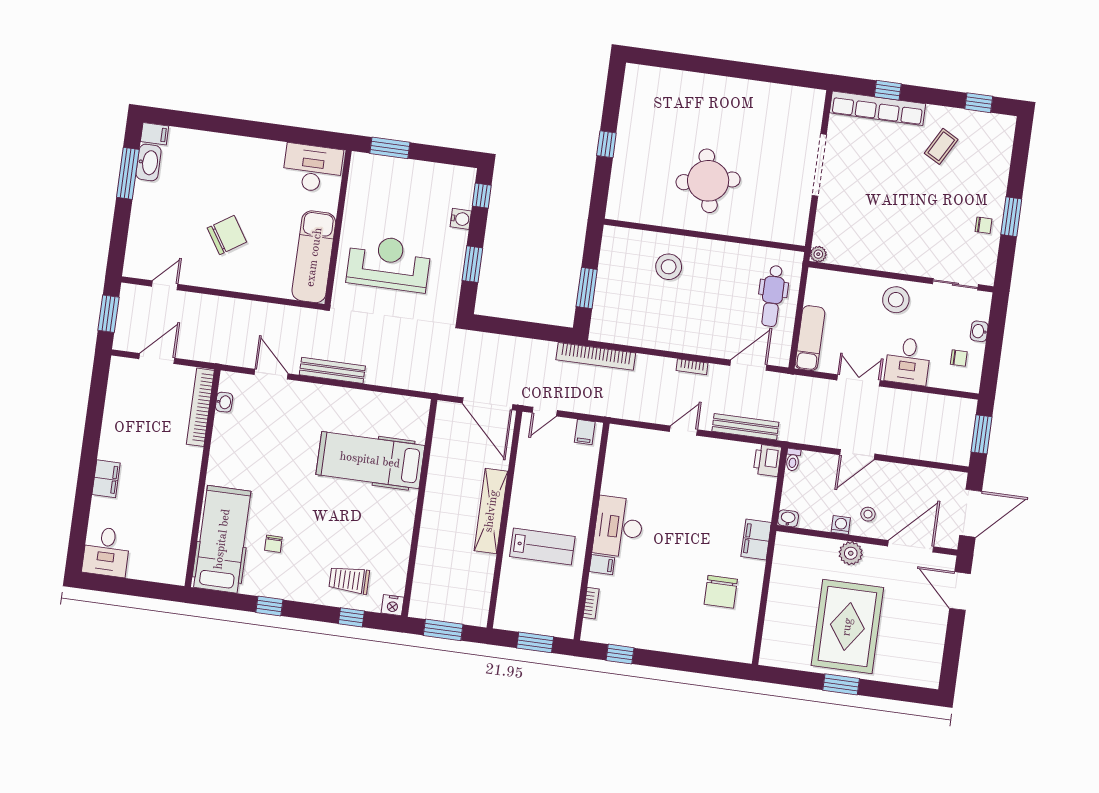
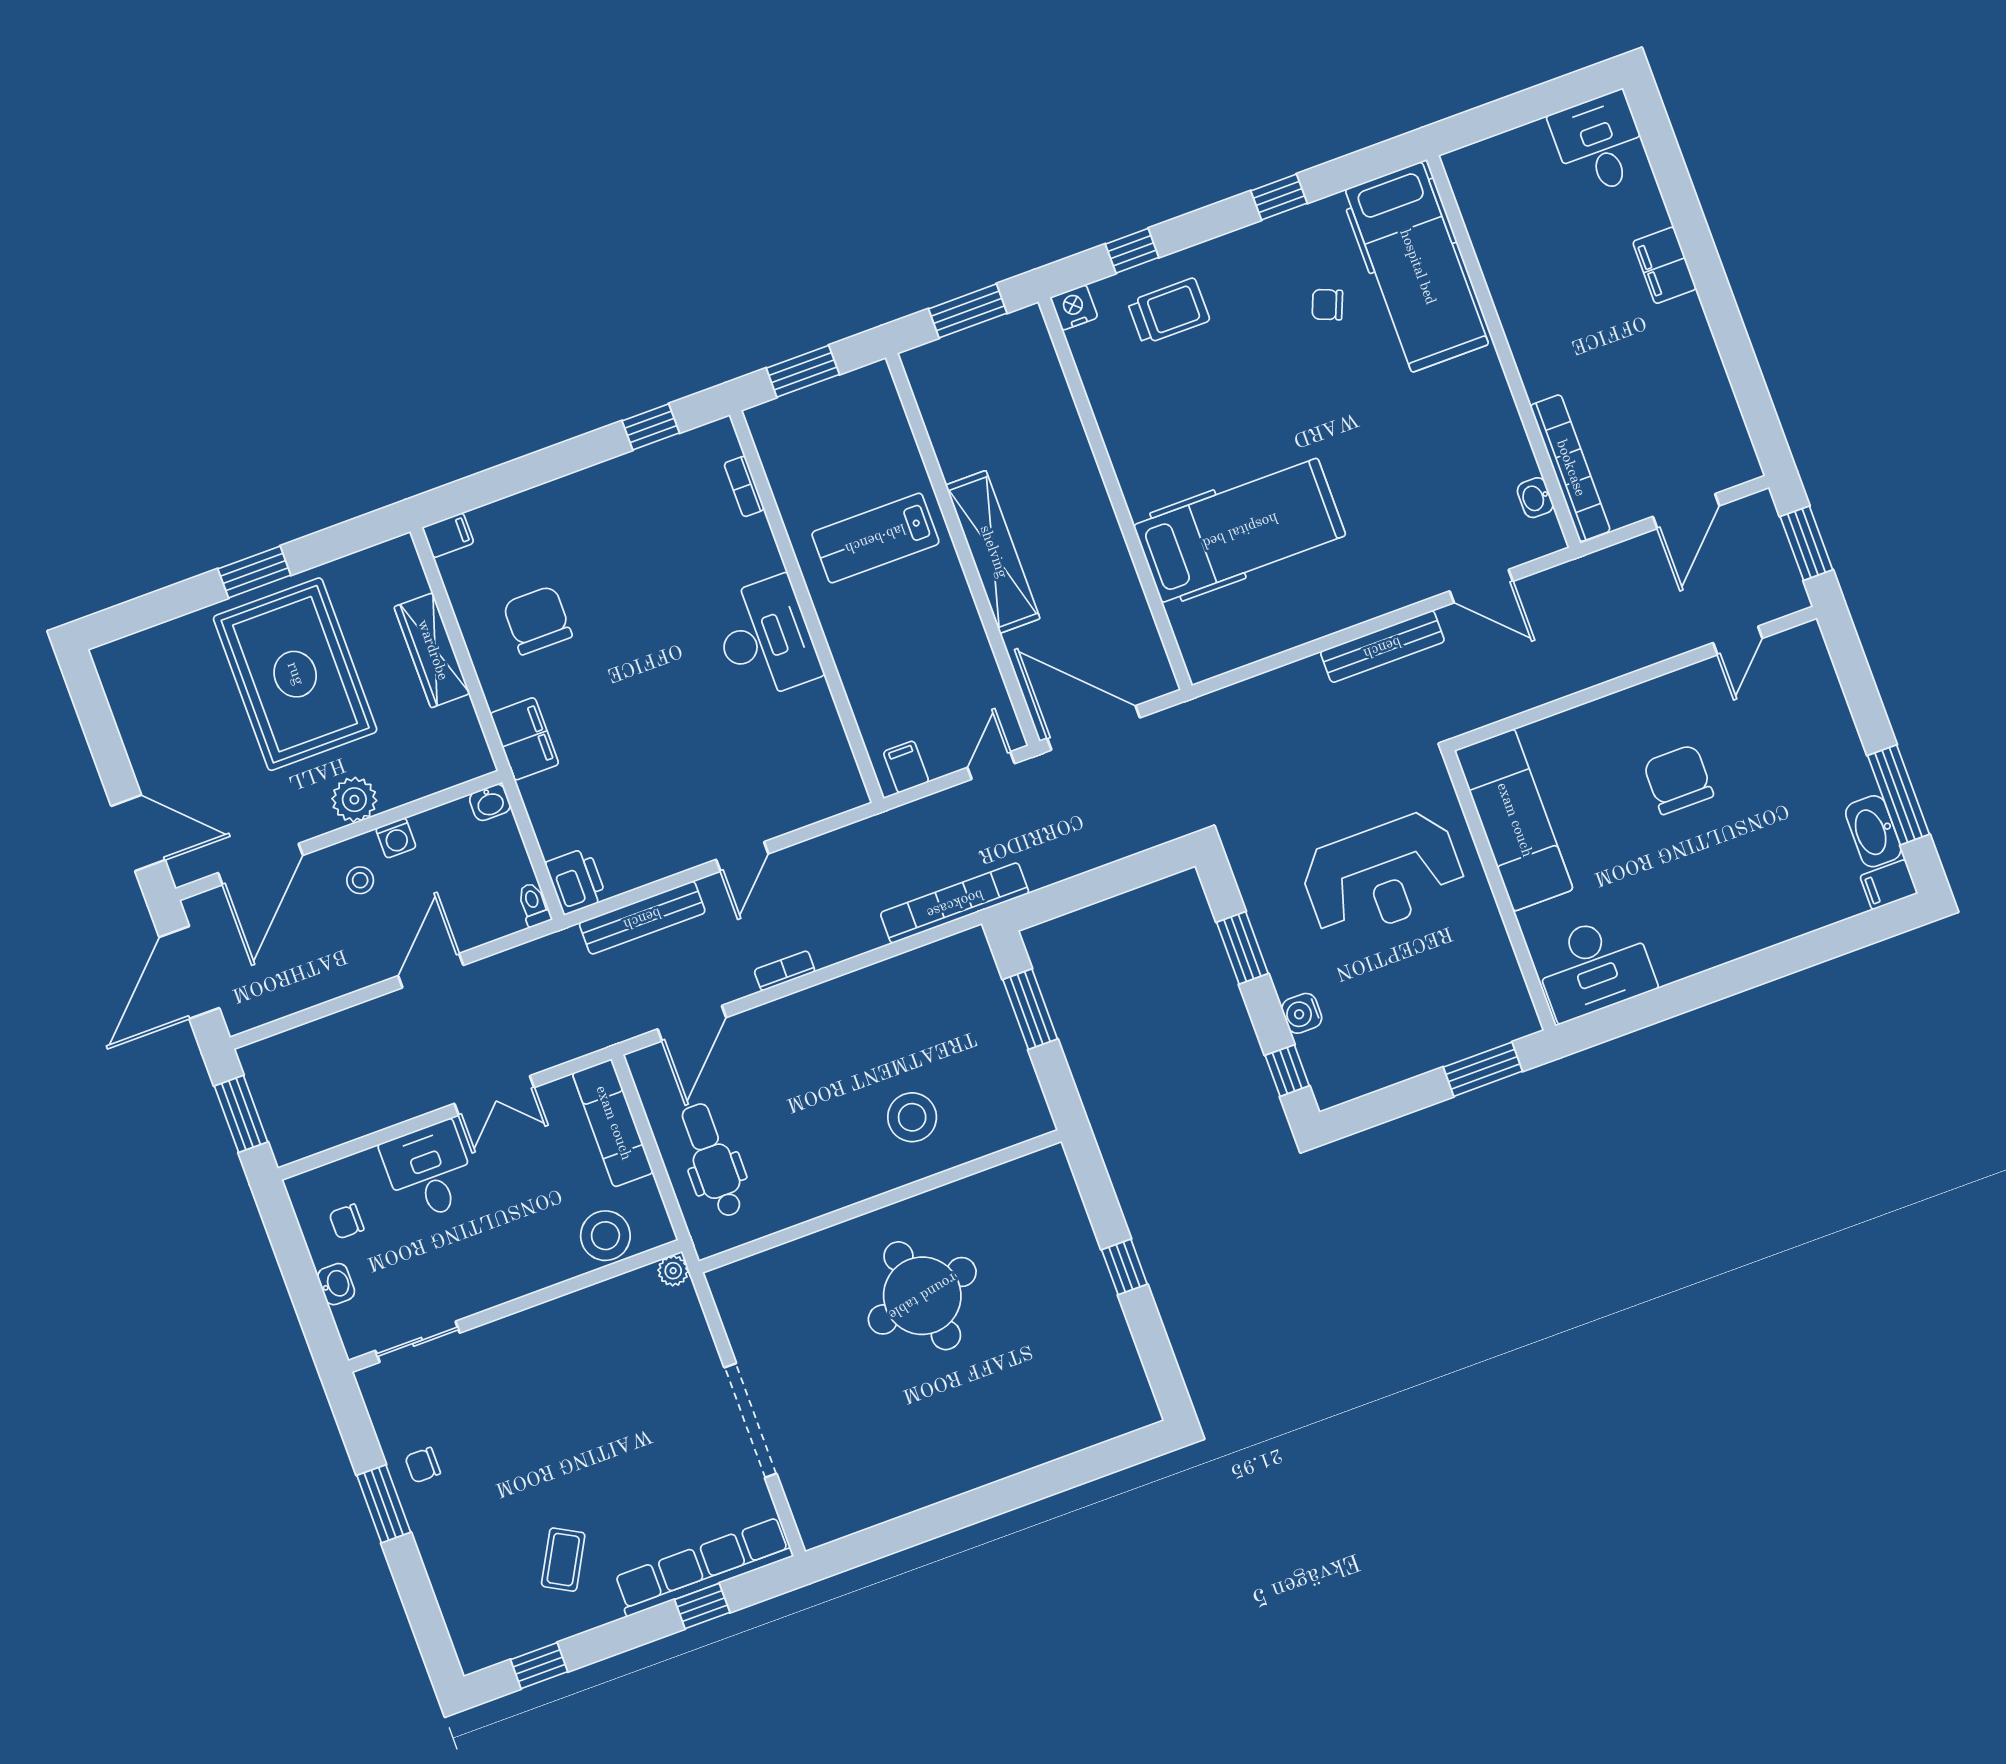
chair: (227, 235) -> (1678, 779), turned 123
stool: (896, 300) -> (605, 1236), moved
chair: (273, 544) -> (1327, 305), turned -68
filing cabinet: (602, 565) -> (448, 535), moved, turned 180
wardrobe: (777, 604) -> (432, 650), added

